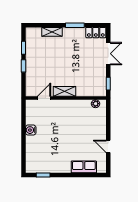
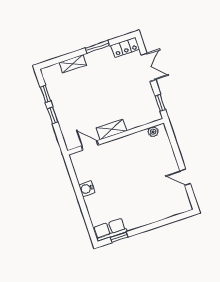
door: (44, 98) -> (90, 145), hinge flipped
row of seats: (84, 167) -> (110, 230), moved

